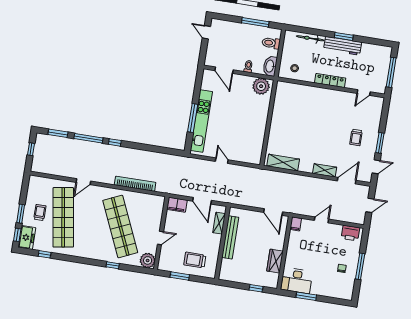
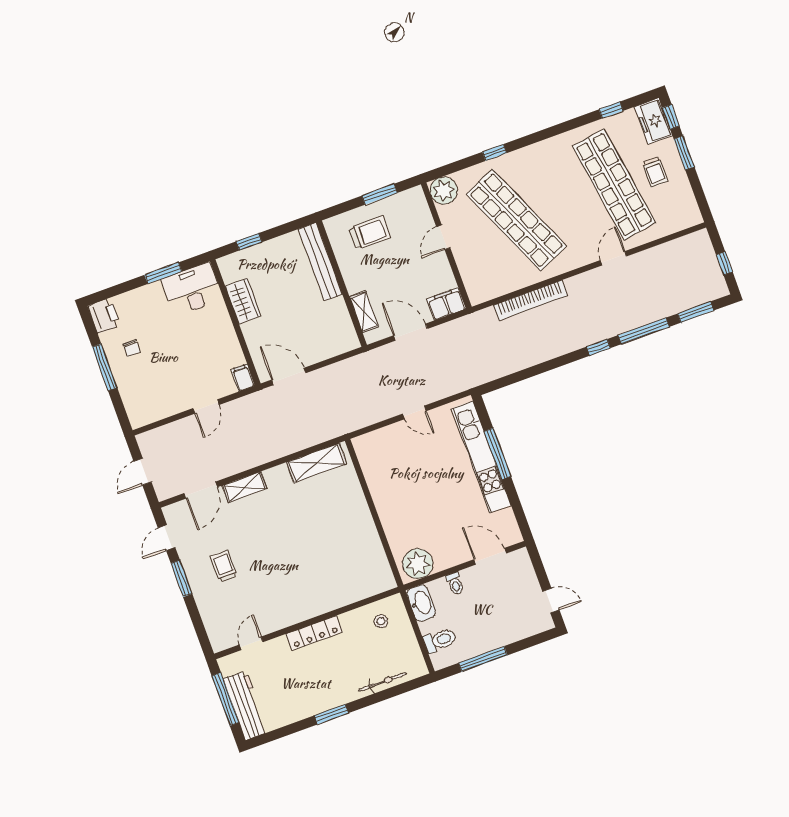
workbench: (343, 46) -> (246, 705), moved, turned 90
printer: (350, 233) -> (104, 316), moved, turned 90
bench: (230, 237) -> (320, 262), moved

